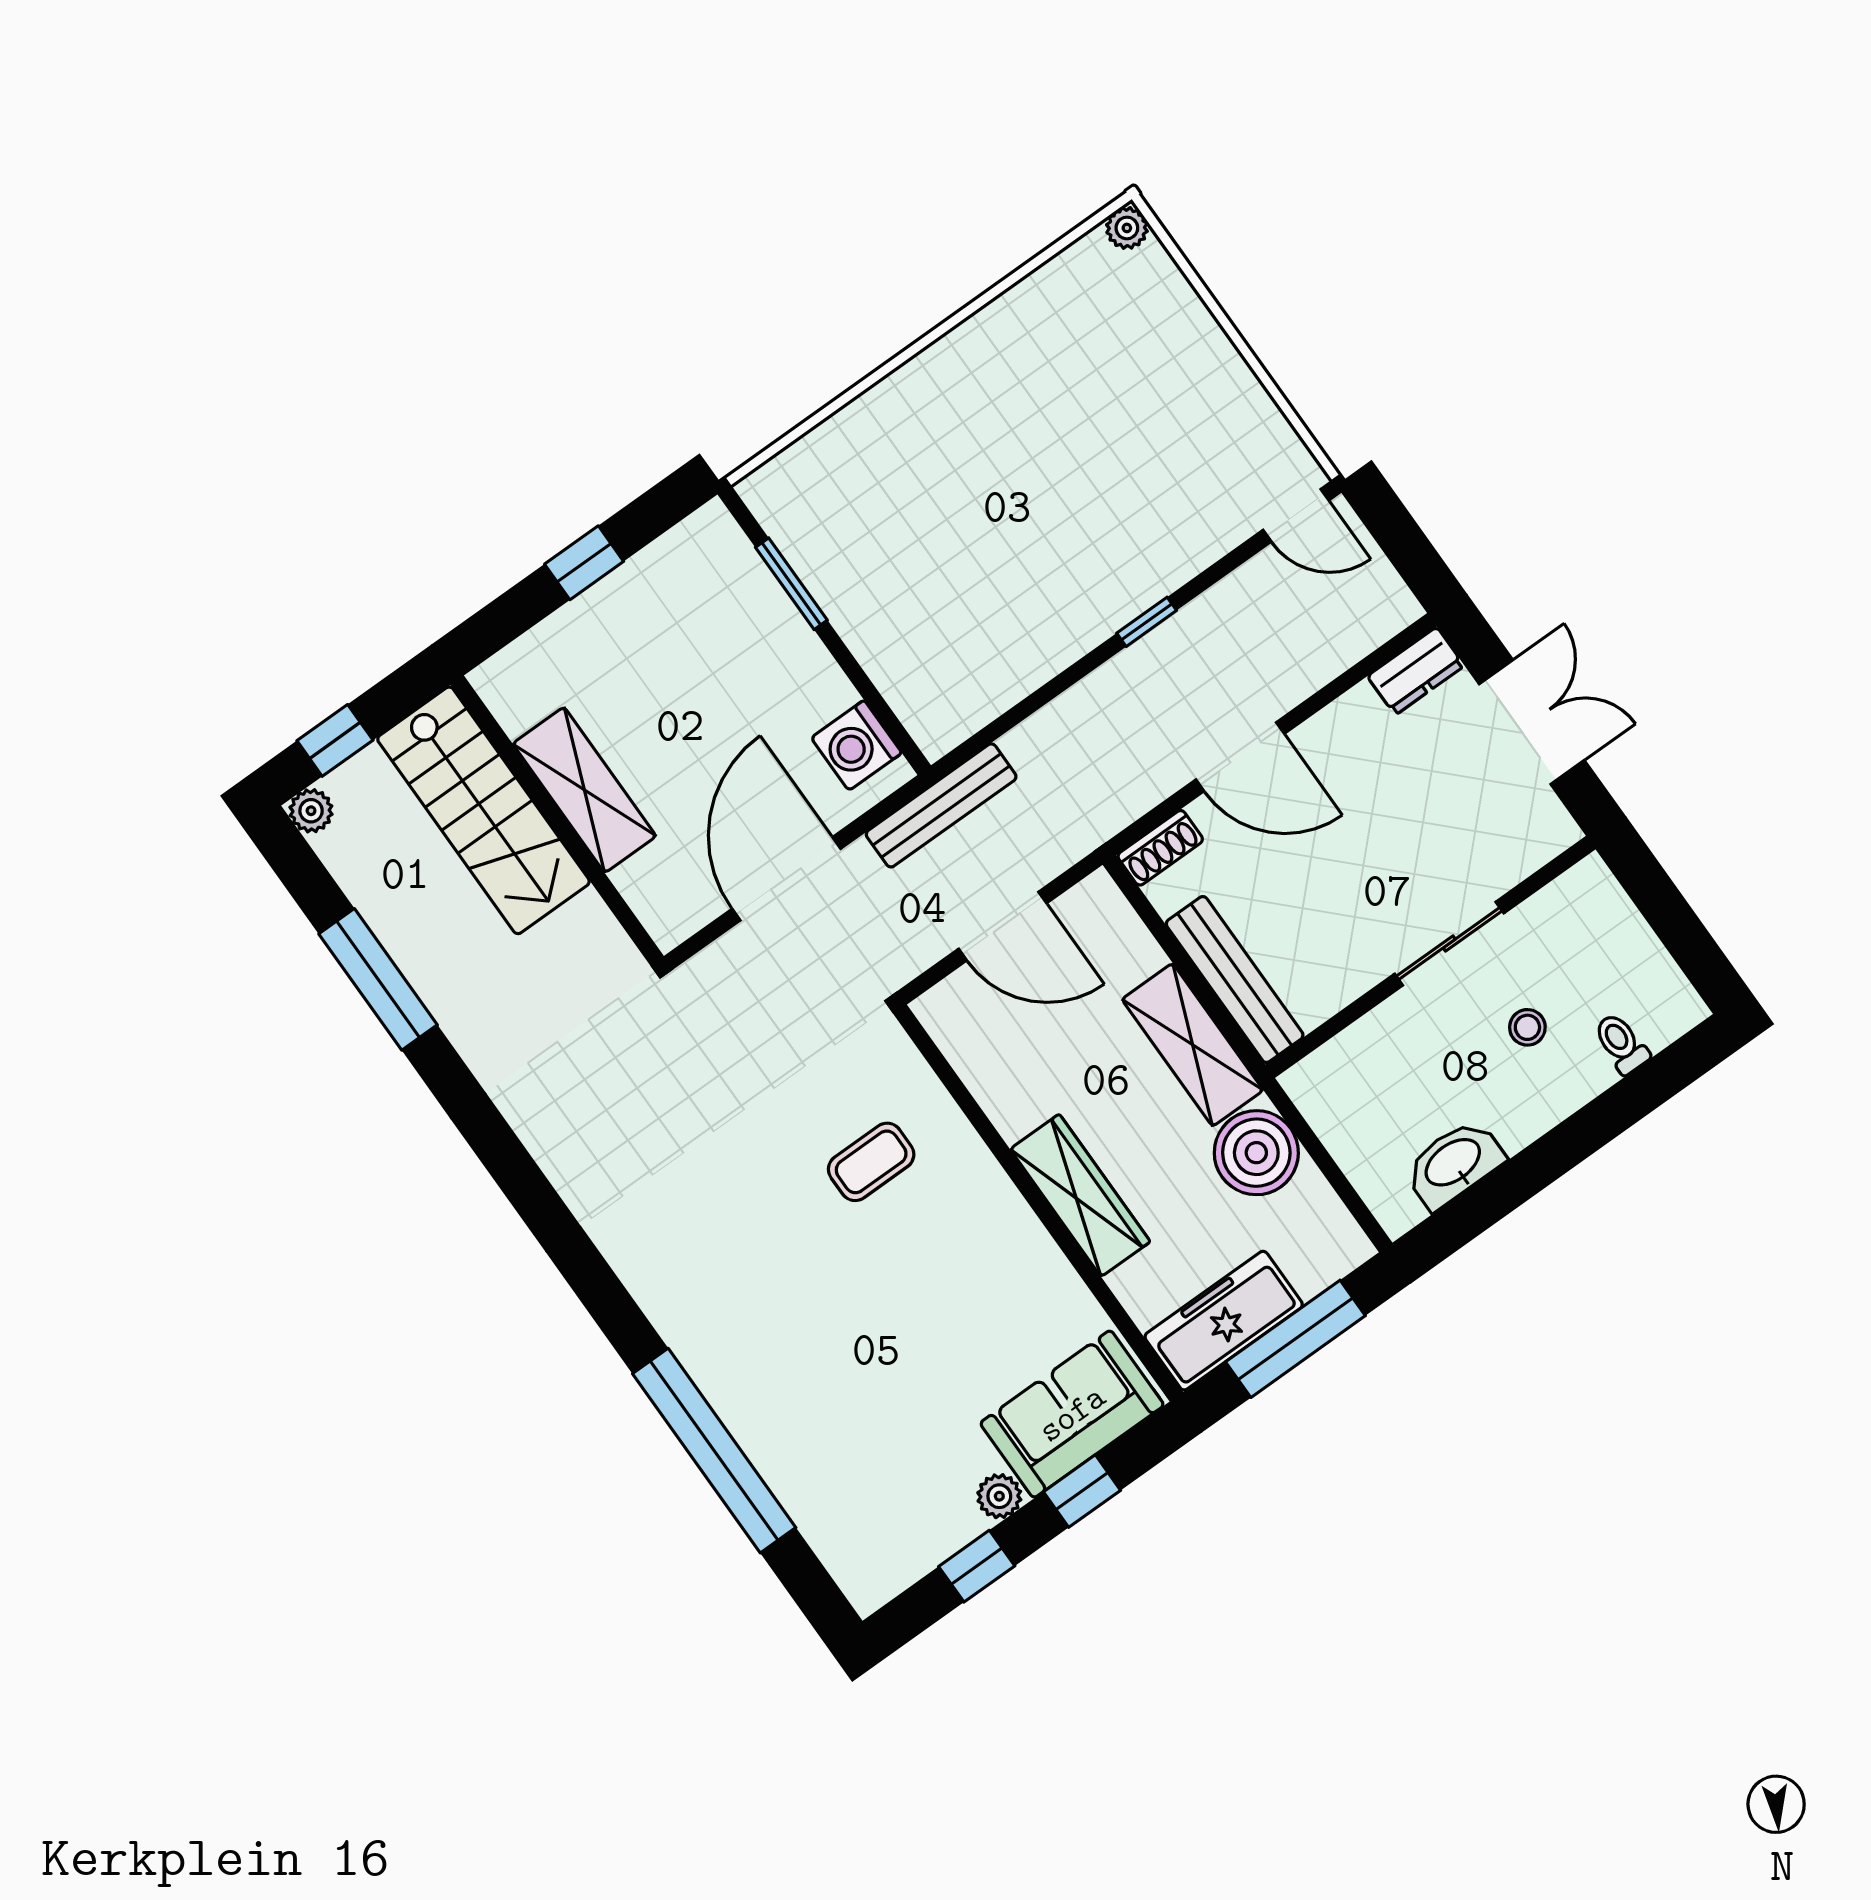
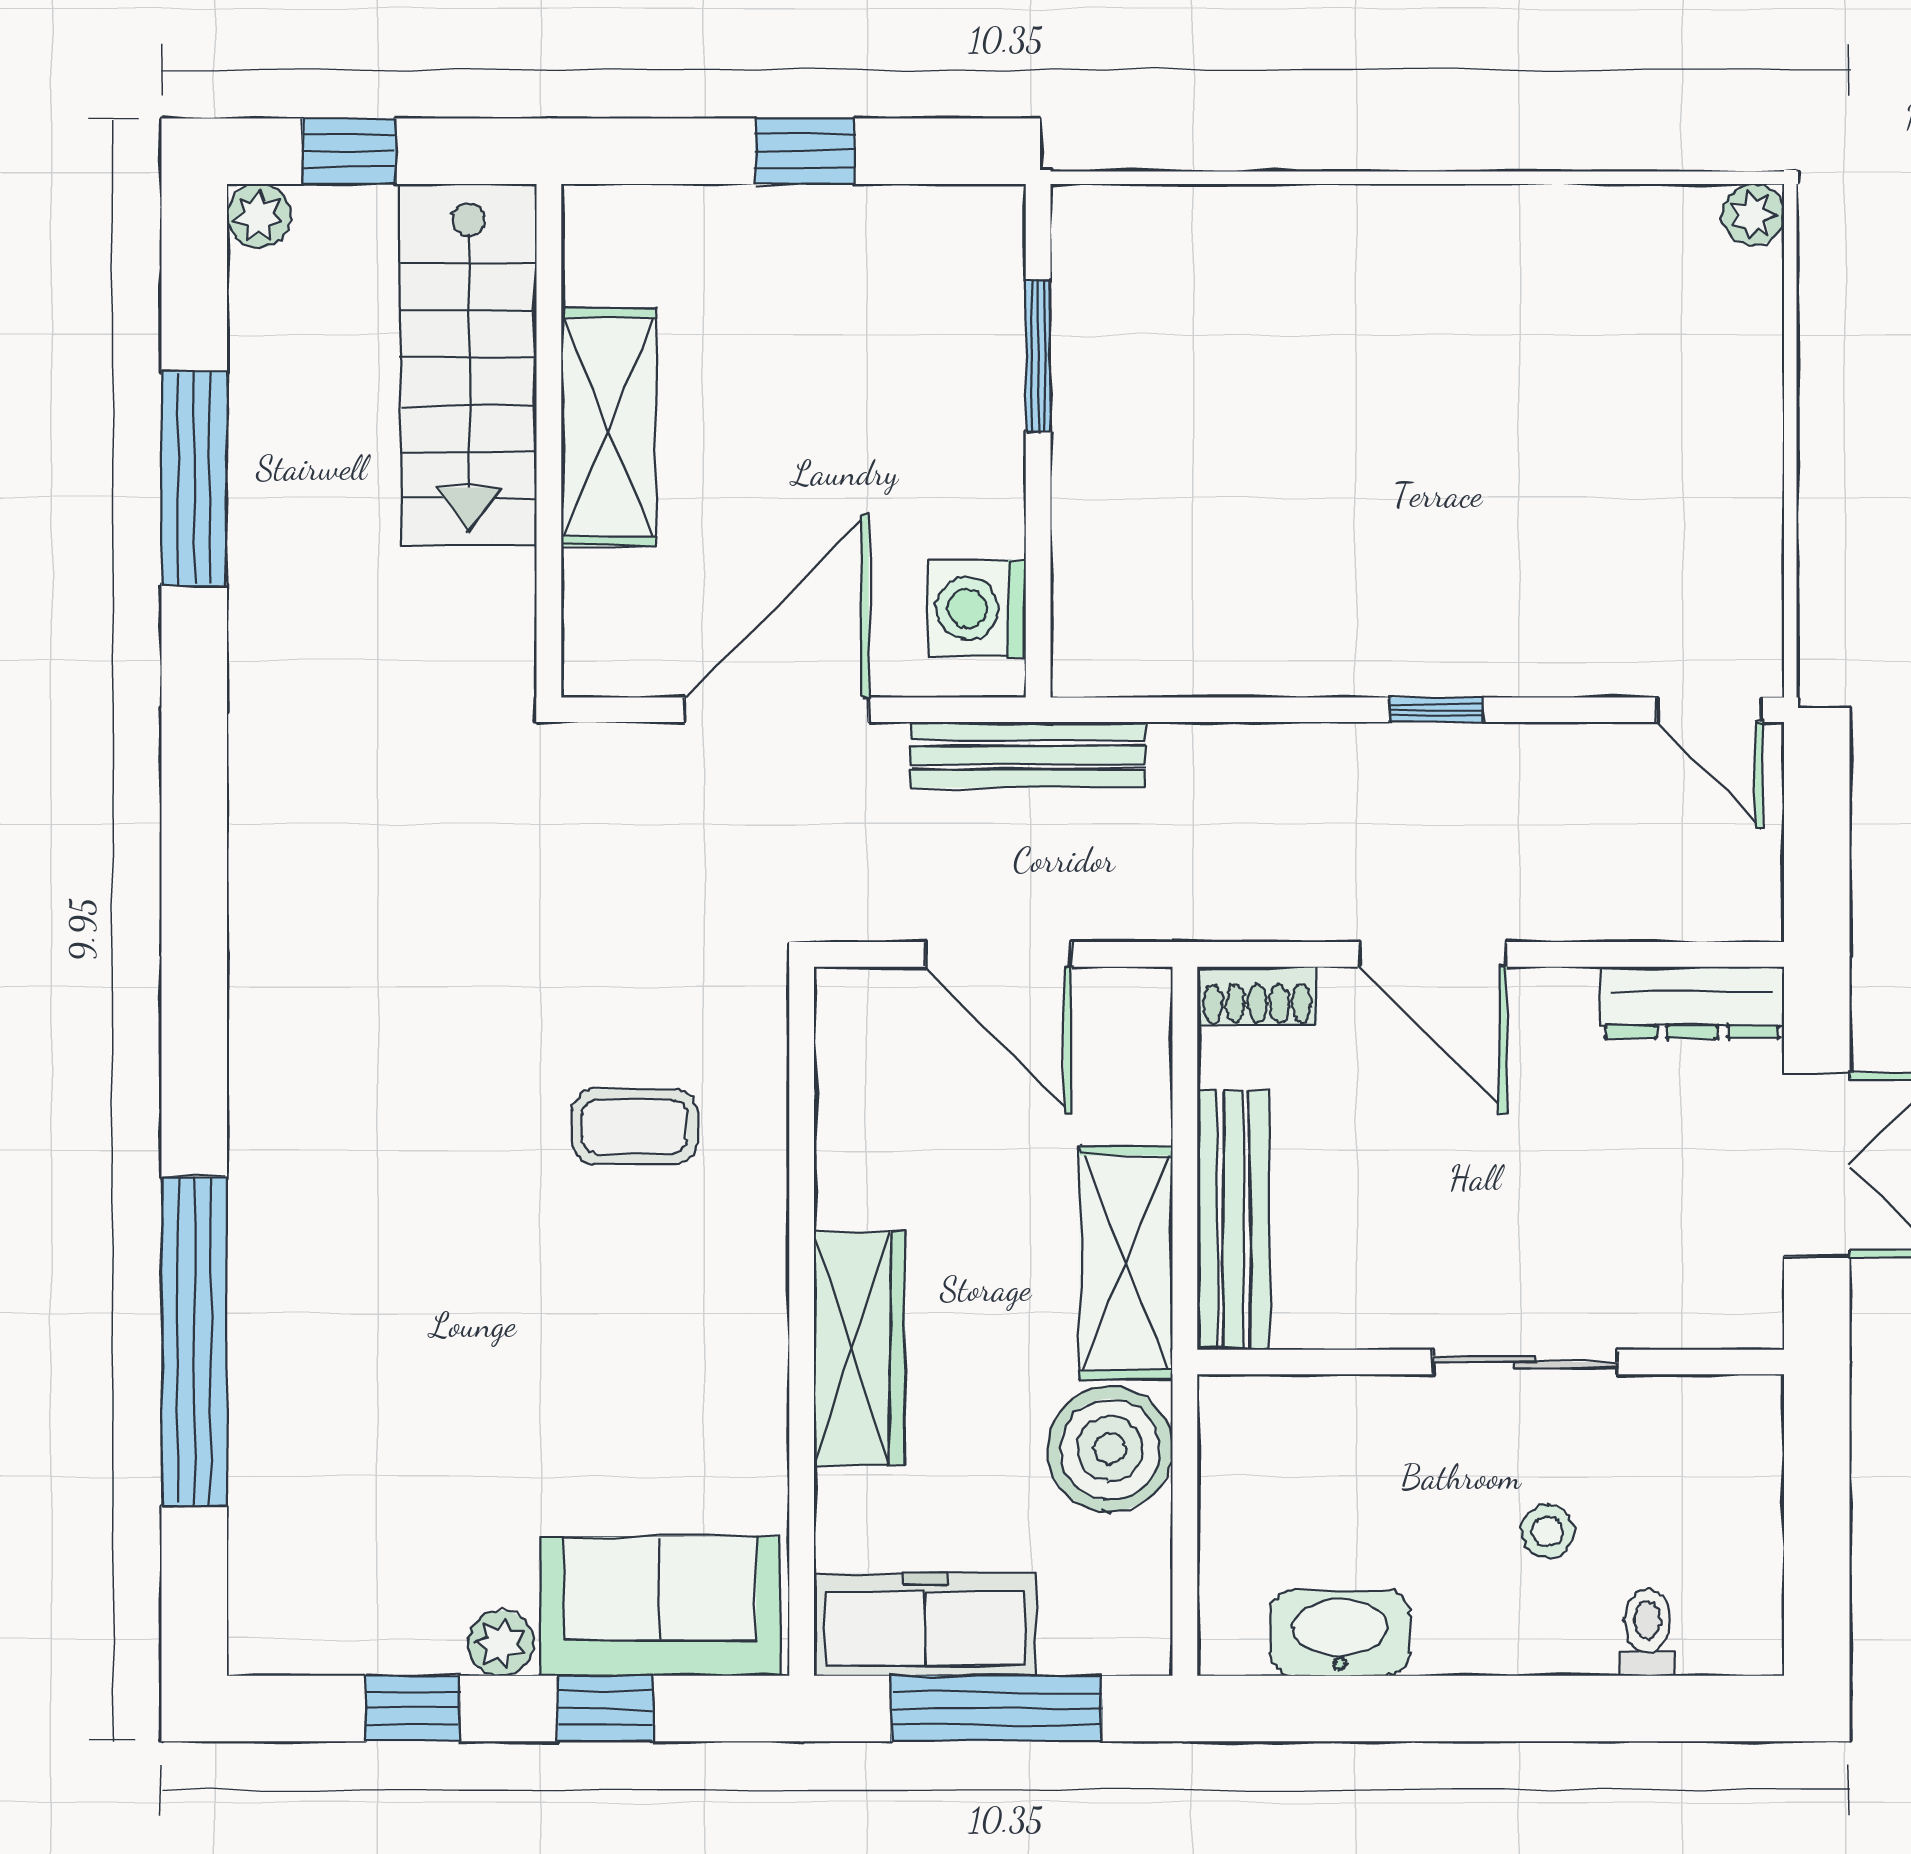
dresser: (1416, 671) -> (1692, 1003), width x1.44

